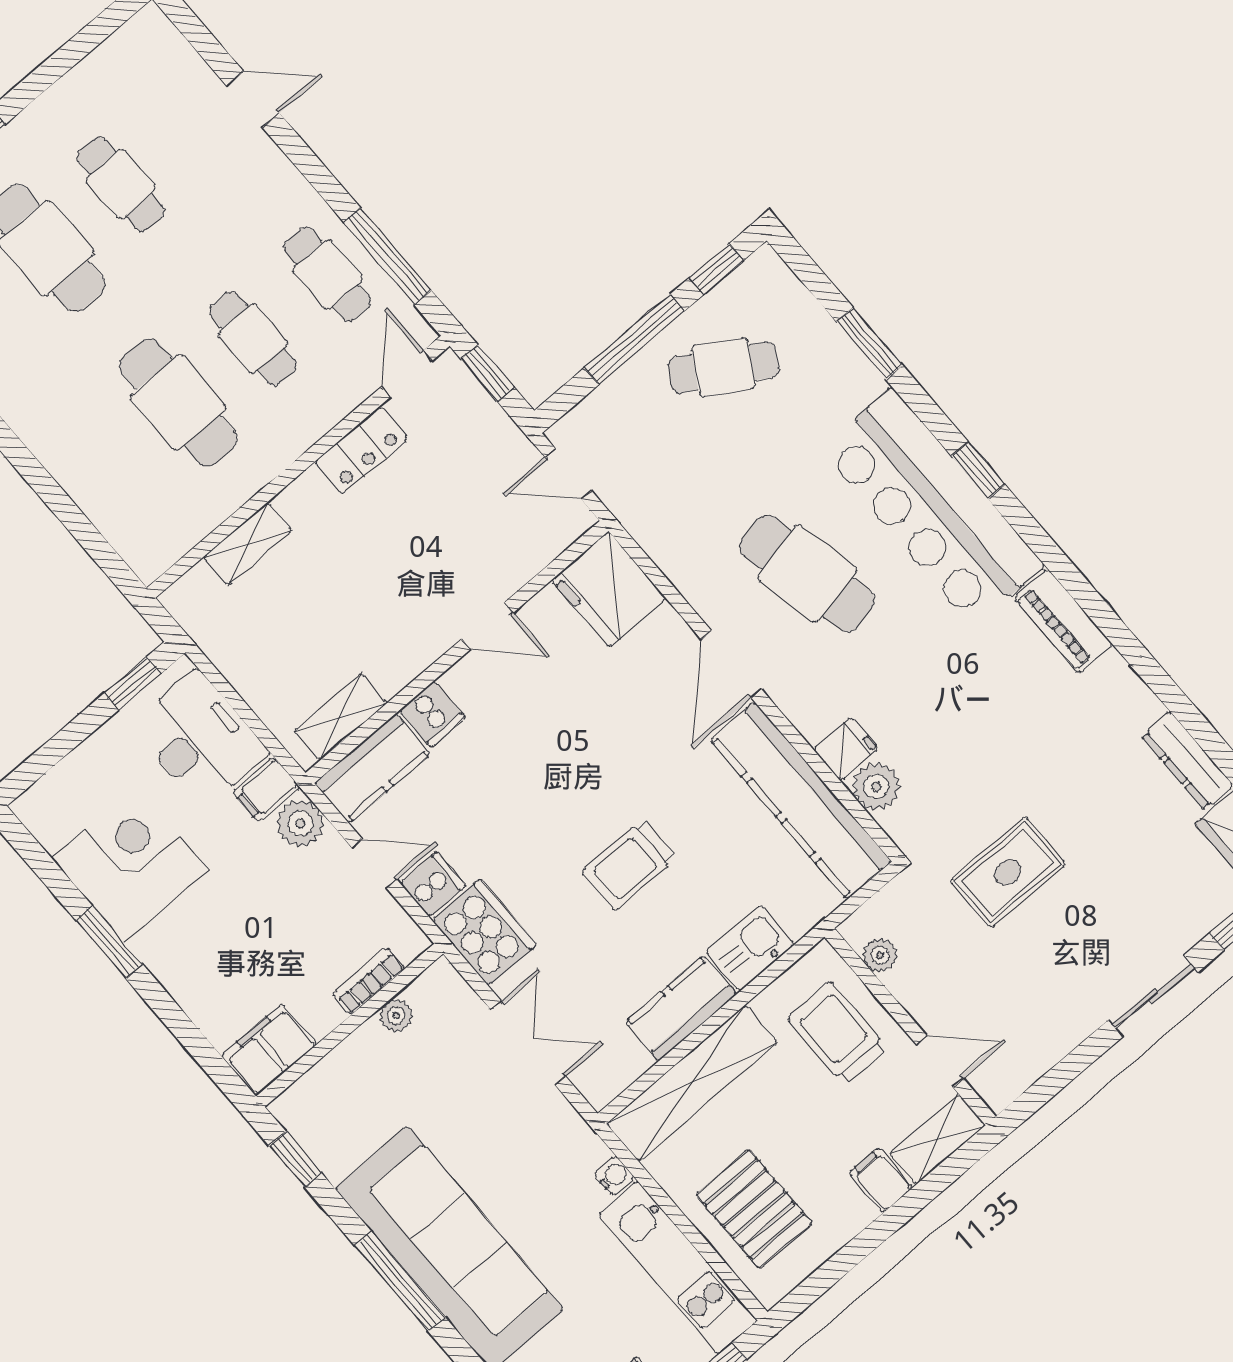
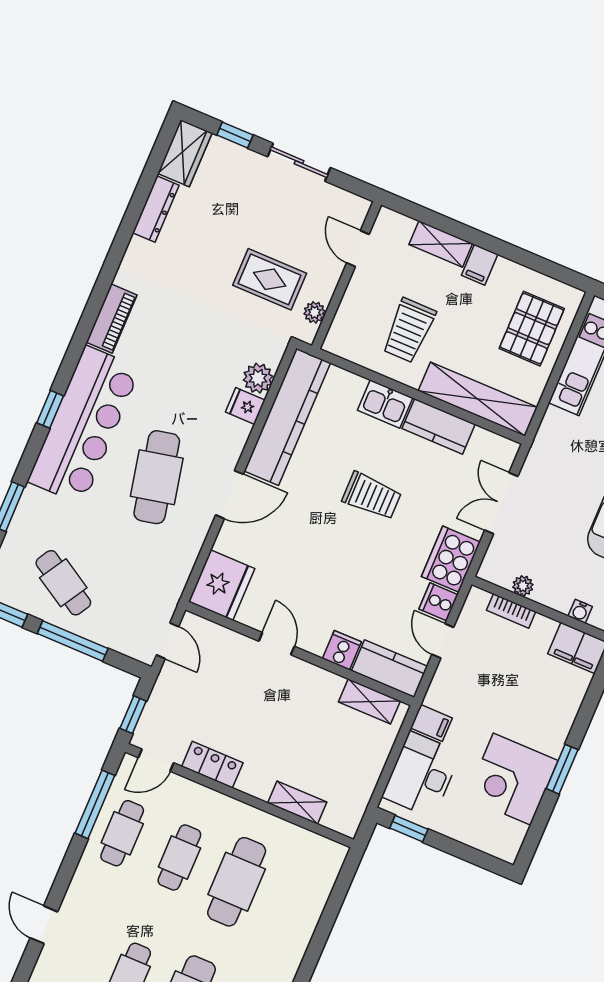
plant: (300, 823) -> (441, 694), removed
plant: (880, 955) -> (315, 312), moved
wall: (910, 1027) -> (347, 275), moved
door: (940, 1061) -> (358, 249), moved
water cooler: (614, 1176) -> (580, 611), moved, turned -90

